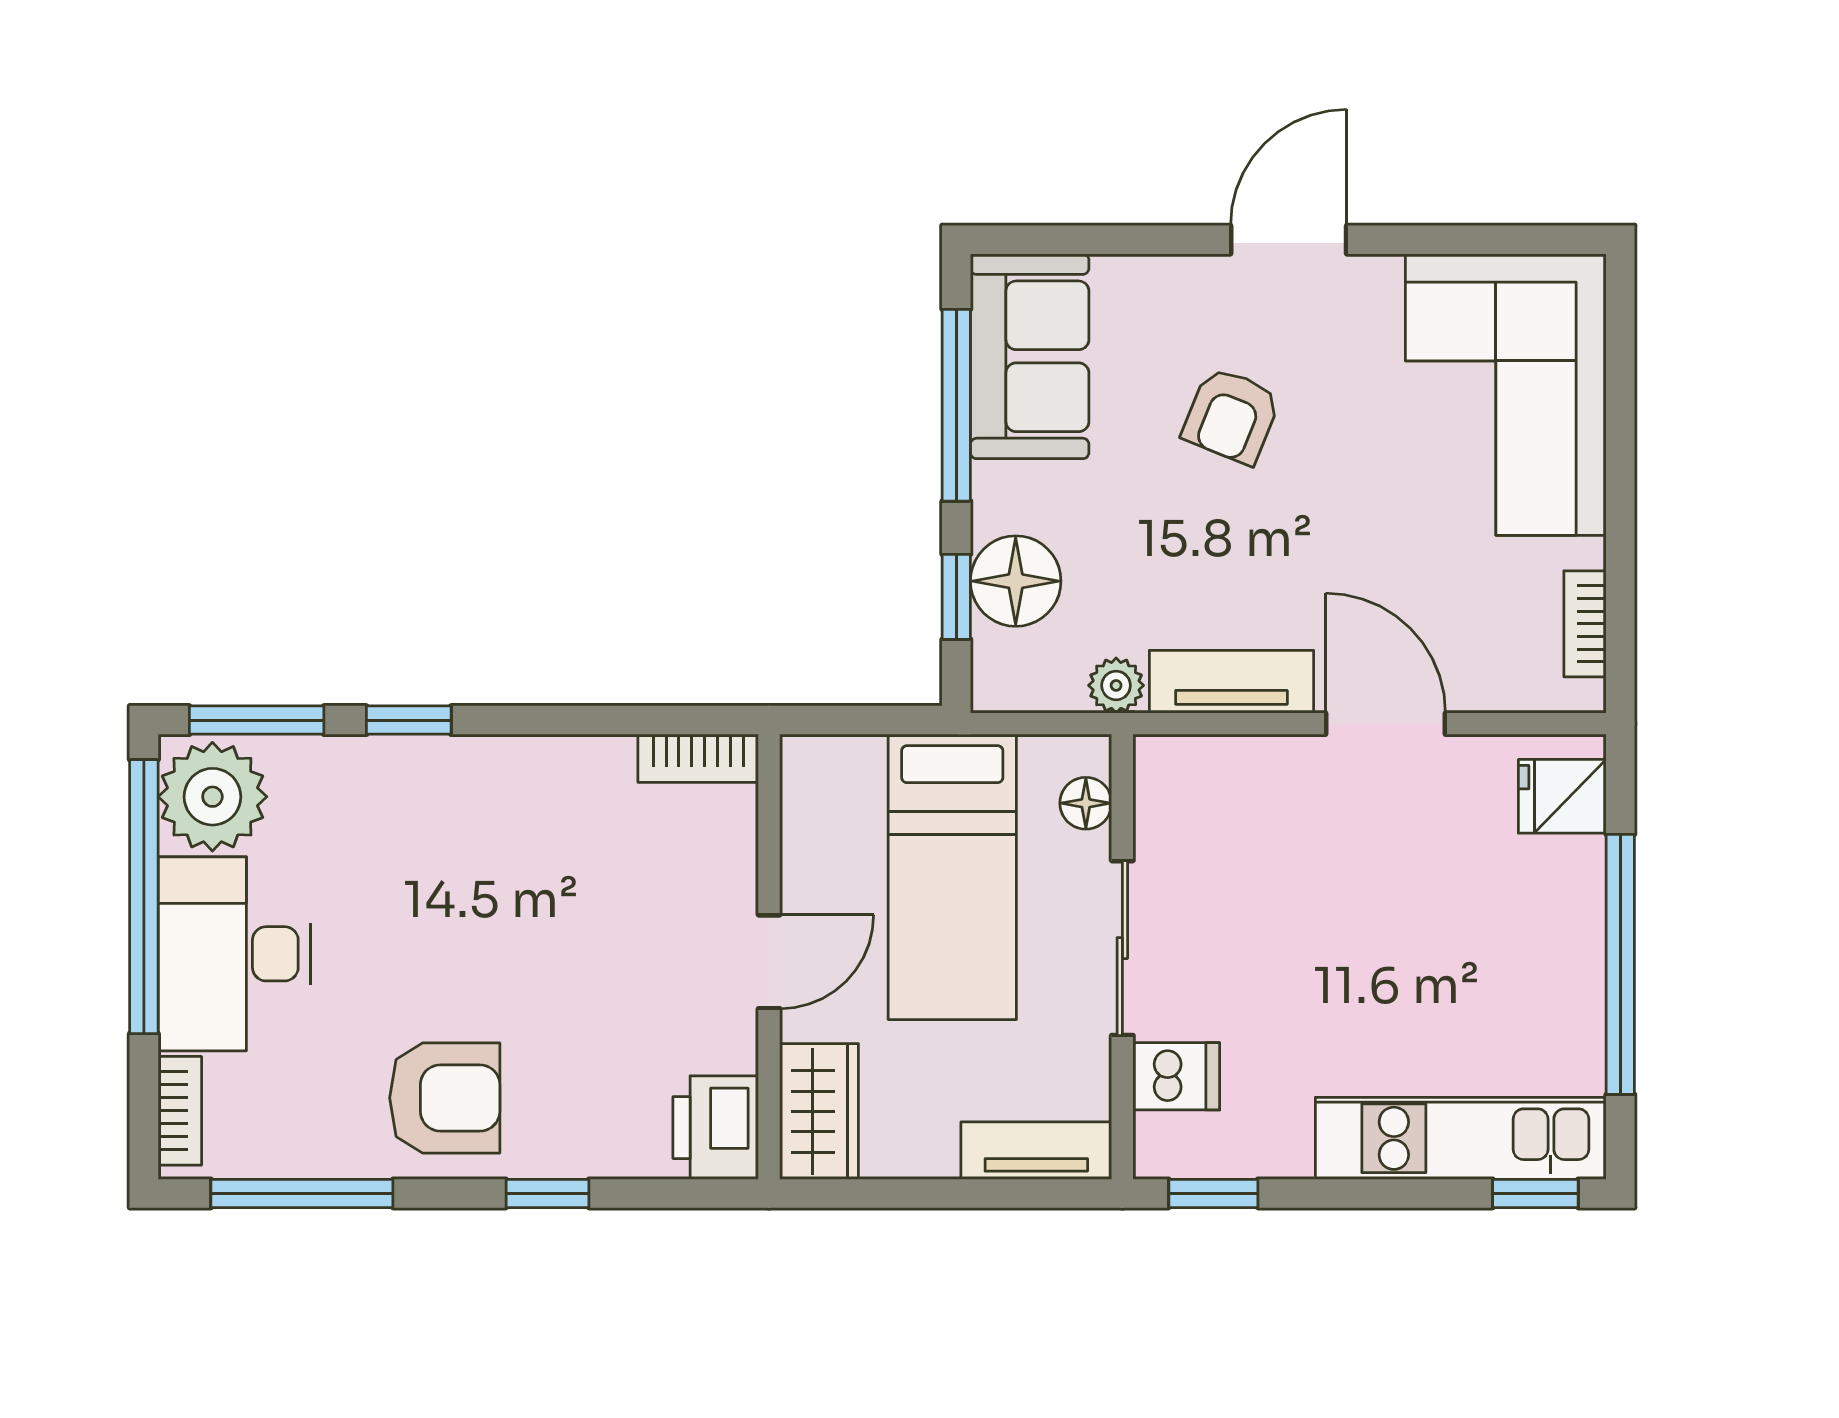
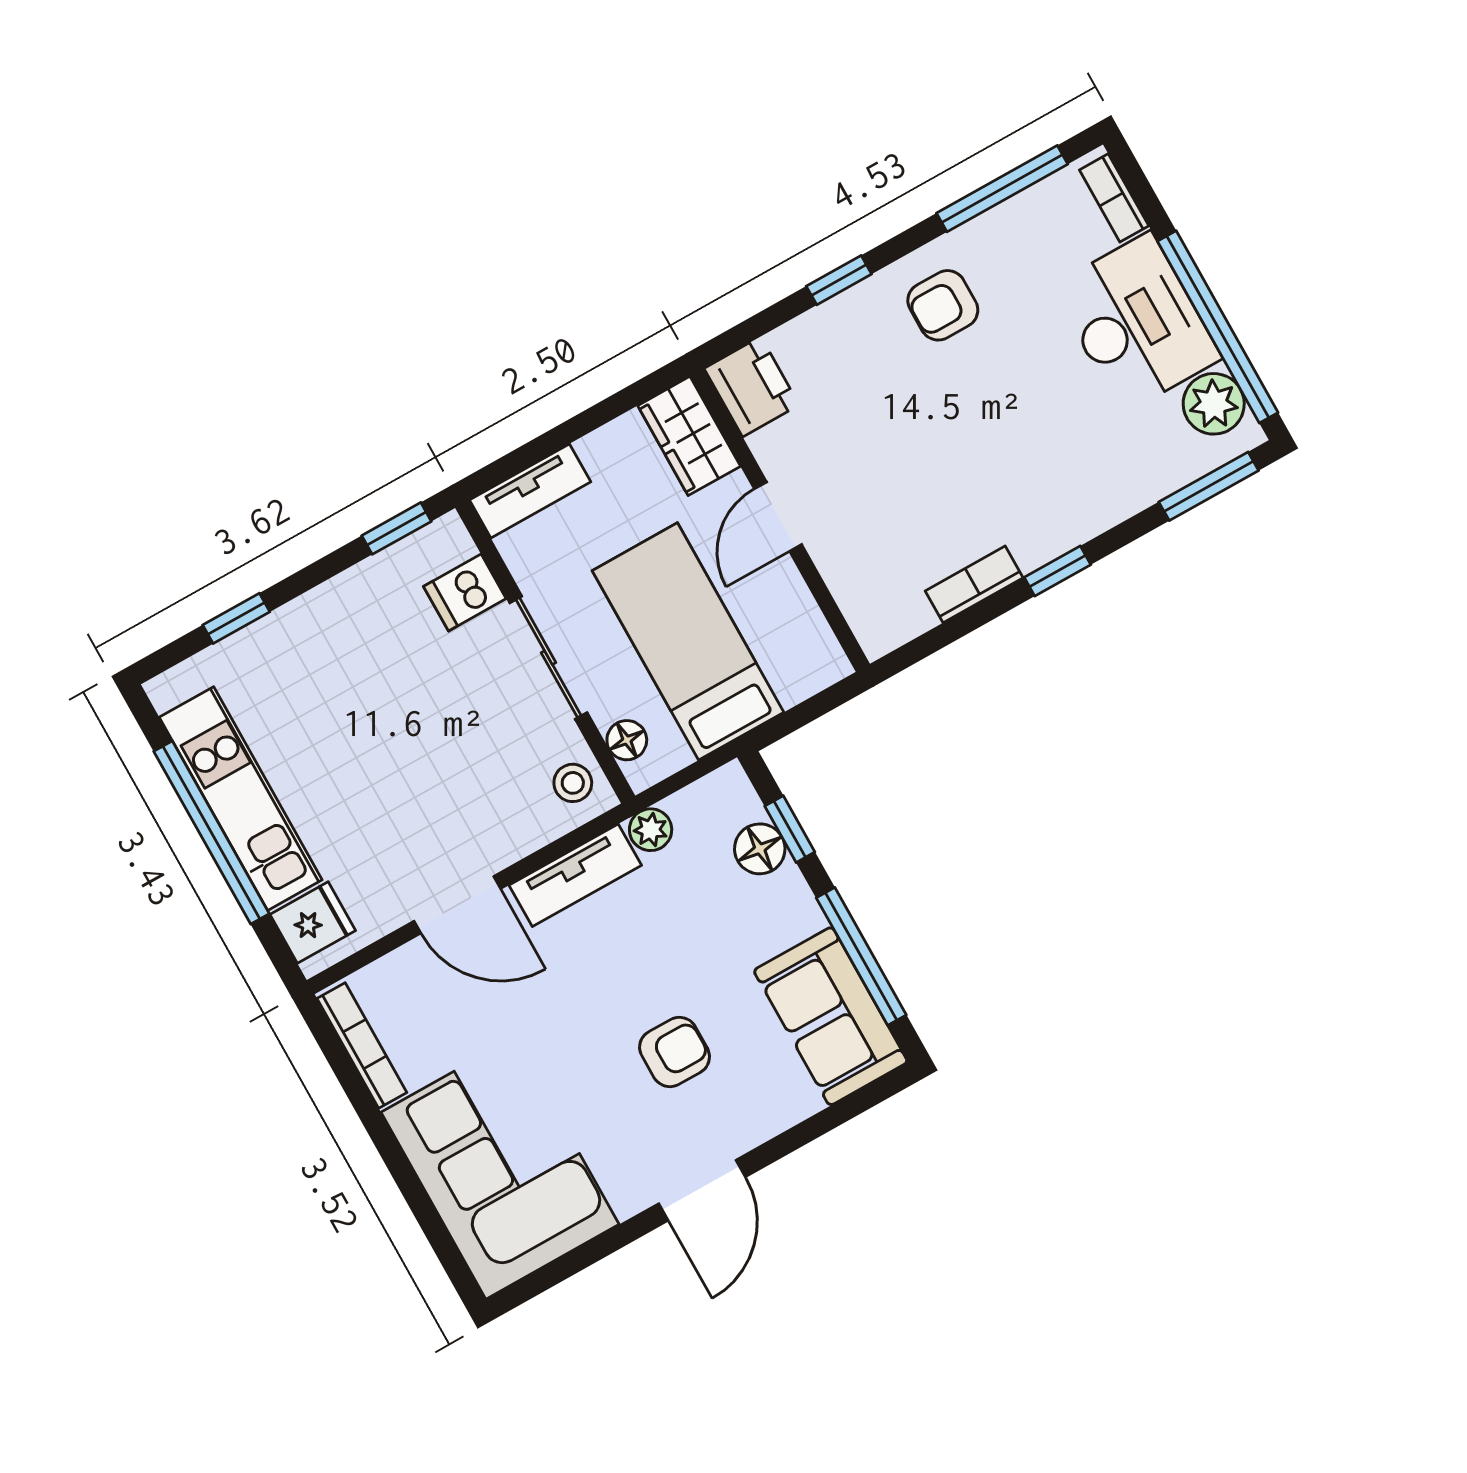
armchair: (1231, 416) -> (675, 1052), turned 68
floor lamp: (1016, 581) -> (760, 849), width x0.73, depth x0.73
bookcase: (1585, 624) -> (362, 1046), width x1.56
window: (409, 720) -> (1057, 571), moved
bookcase: (698, 758) -> (974, 584), moved
stool: (1175, 789) -> (573, 783), added
plant: (212, 797) -> (1214, 404), width x0.73, depth x0.73
armchair: (445, 1098) -> (943, 305), width x0.72, depth x0.72
kitchen unit: (1461, 1138) -> (241, 799), moved, turned -90
window: (1535, 1193) -> (236, 618), moved

